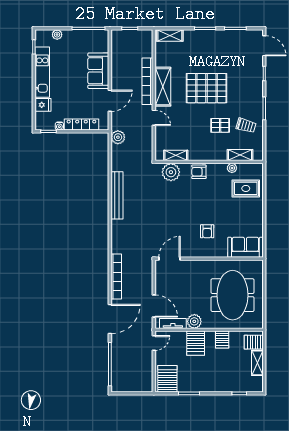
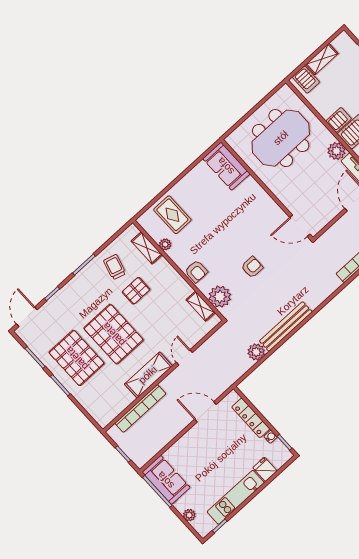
shelving: (170, 35) -> (96, 411), removed
pallet: (212, 53) -> (77, 358), added
sofa: (98, 71) -> (166, 480), moved, turned -90
bookcase: (147, 81) -> (140, 408), moved
pallet: (220, 125) -> (136, 291), turned 90
plant: (118, 137) -> (256, 352), moved
armchair: (207, 231) -> (252, 267), moved
server rack: (222, 340) -> (339, 120), moved

